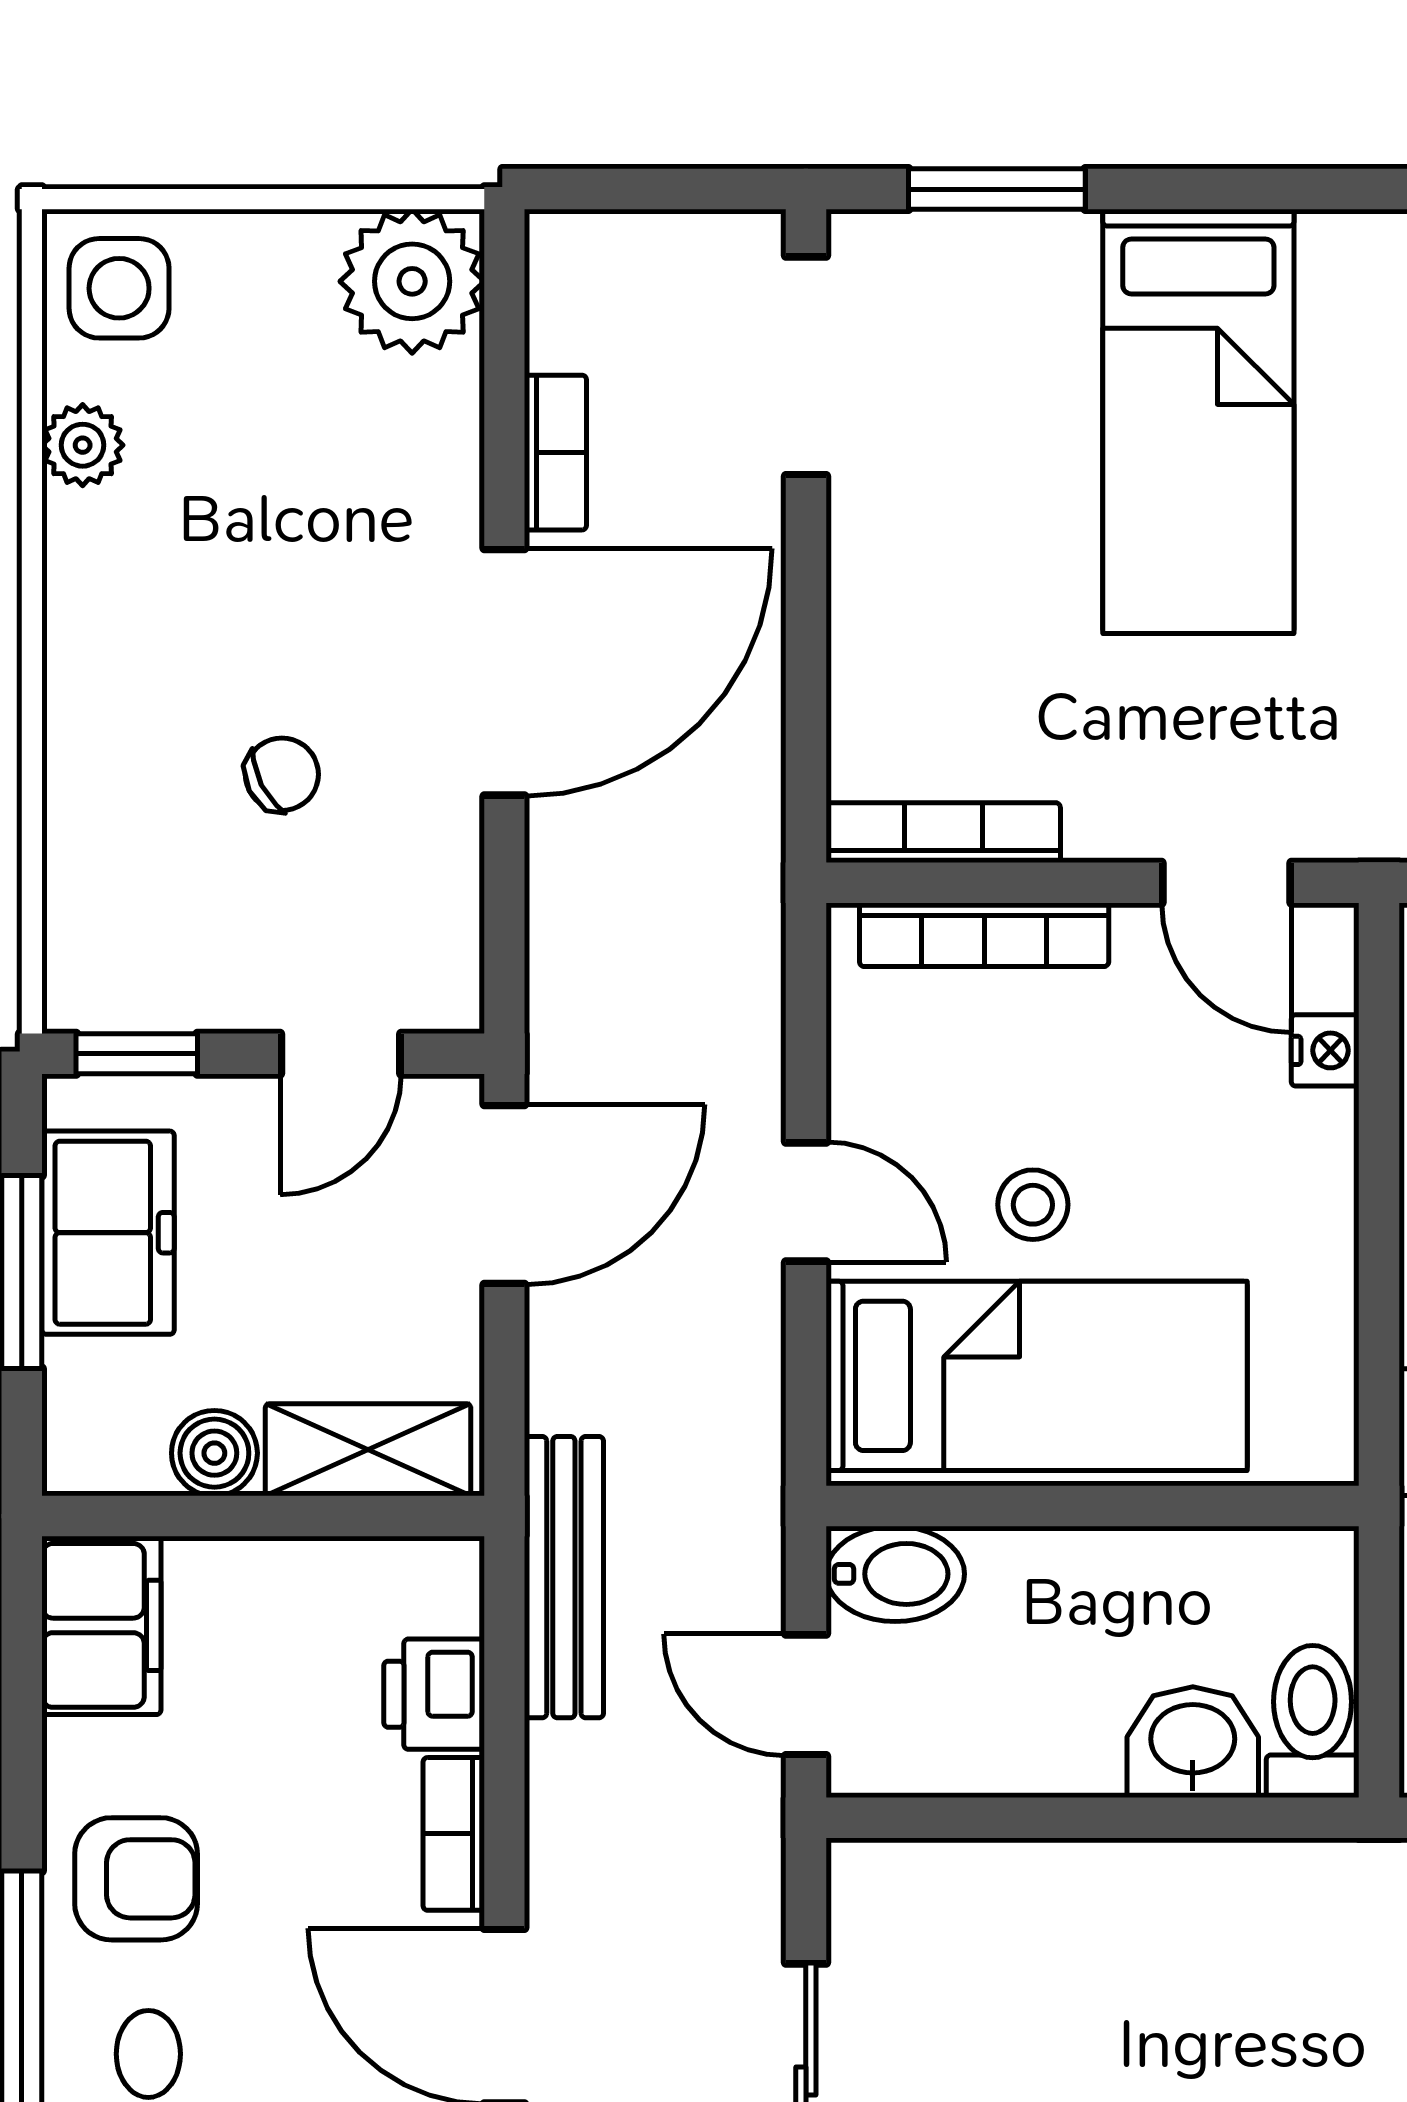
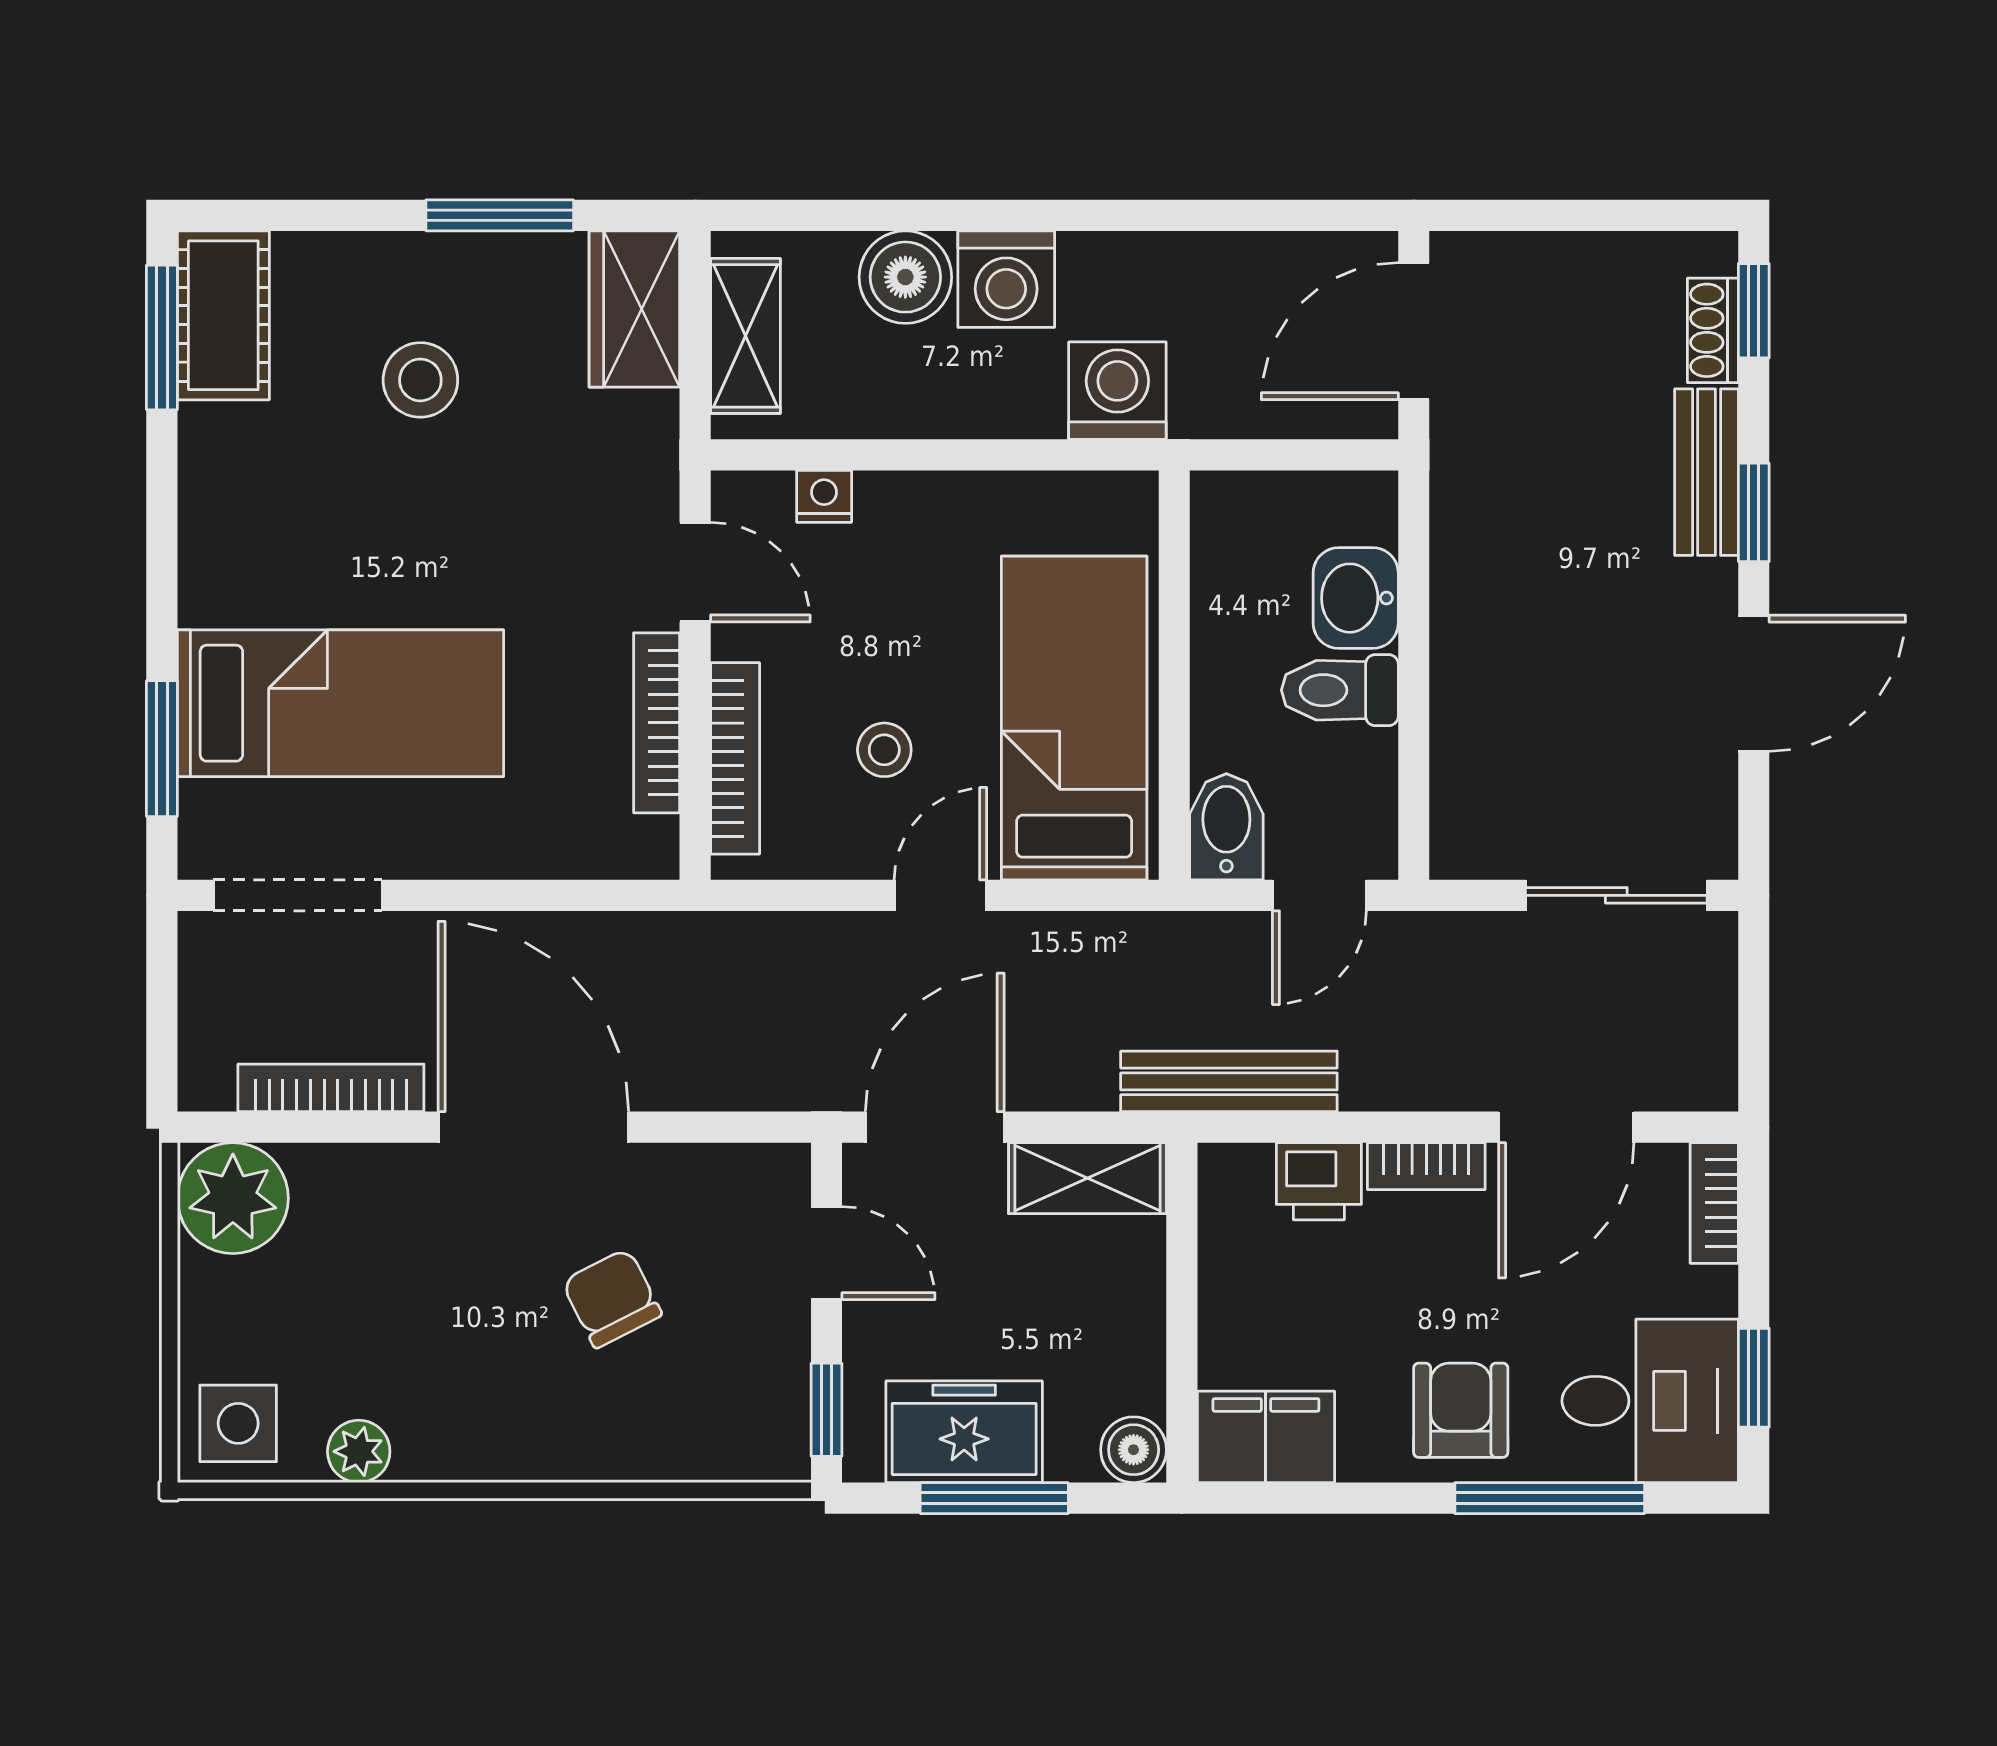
bed: (1198, 421) -> (340, 703), moved
bookcase: (555, 453) -> (331, 1088), width x1.56
chair: (282, 774) -> (612, 1298), width x1.37, depth x1.37
bookcase: (943, 833) -> (657, 723), moved
door: (1226, 883) -> (695, 572), hinge flipped
door: (504, 1195) -> (935, 1127), hinge flipped
stool: (1033, 1205) -> (884, 750), moved
shelving: (368, 1450) -> (1088, 1178), moved, turned 90
boiler: (214, 1453) -> (1134, 1450), moved
toilet: (1313, 1721) -> (1340, 690), moved

